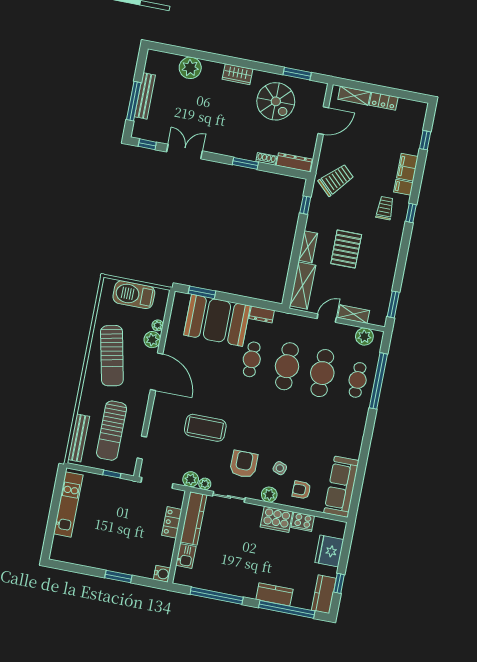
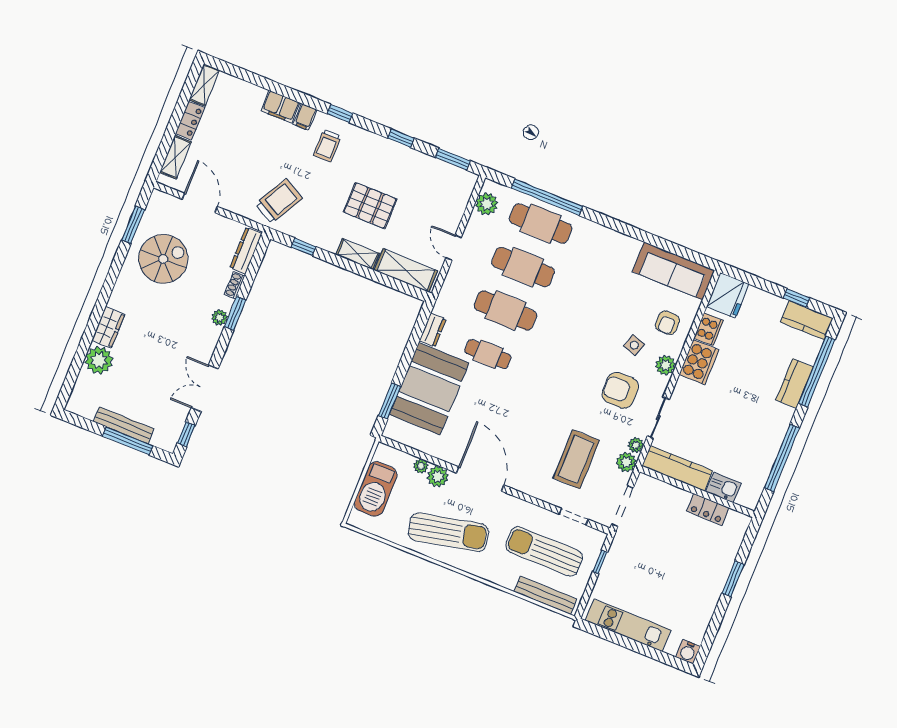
wardrobe: (237, 74) -> (108, 327), moved
window: (425, 140) -> (401, 138), moved
plant: (240, 152) -> (220, 318), added
trolley: (336, 180) -> (279, 201), turned 75
trolley: (385, 208) -> (327, 146), turned -90
shelving: (354, 314) -> (204, 85), moved
door: (157, 372) -> (480, 479), hinge flipped
cafe table: (358, 380) -> (541, 224), width x1.37, depth x1.35
coffee table: (205, 428) -> (576, 459), moved
sun lounger: (112, 431) -> (544, 551), turned 180
locker: (172, 522) -> (708, 509), moved
fridge: (329, 551) -> (728, 295), moved, turned -90
water cooler: (162, 574) -> (688, 652), moved, turned 180

